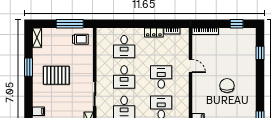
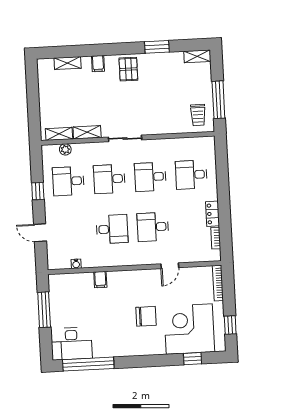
corner desk: (238, 54) -> (189, 329), added
pallet: (56, 75) -> (128, 69), moved, width x0.67, depth x0.71
desk: (161, 77) -> (153, 227), turned 180

